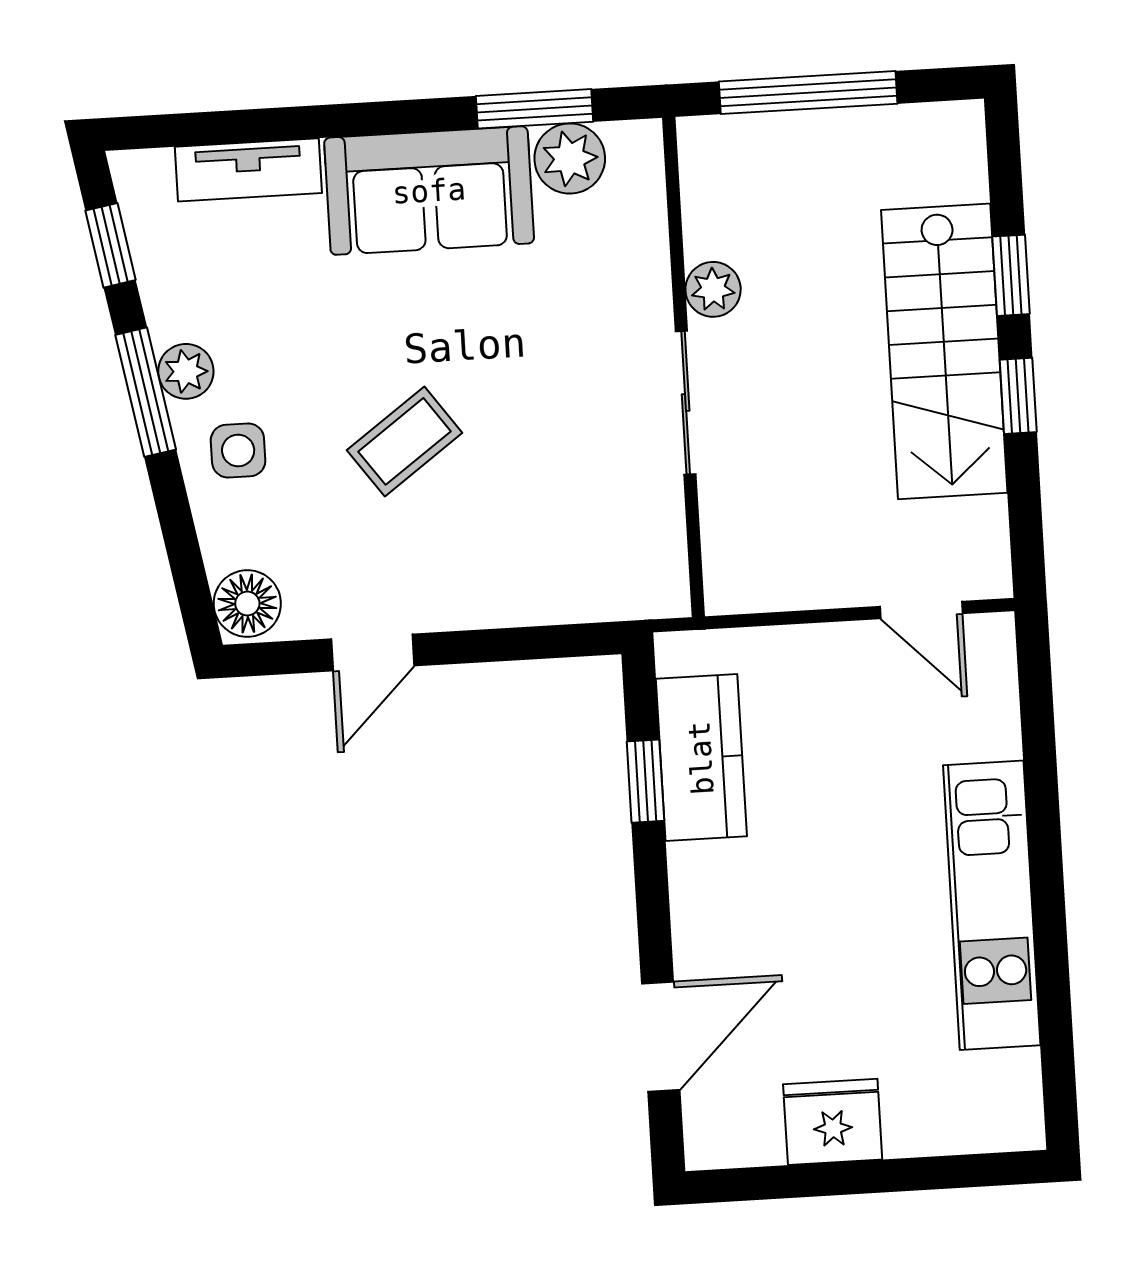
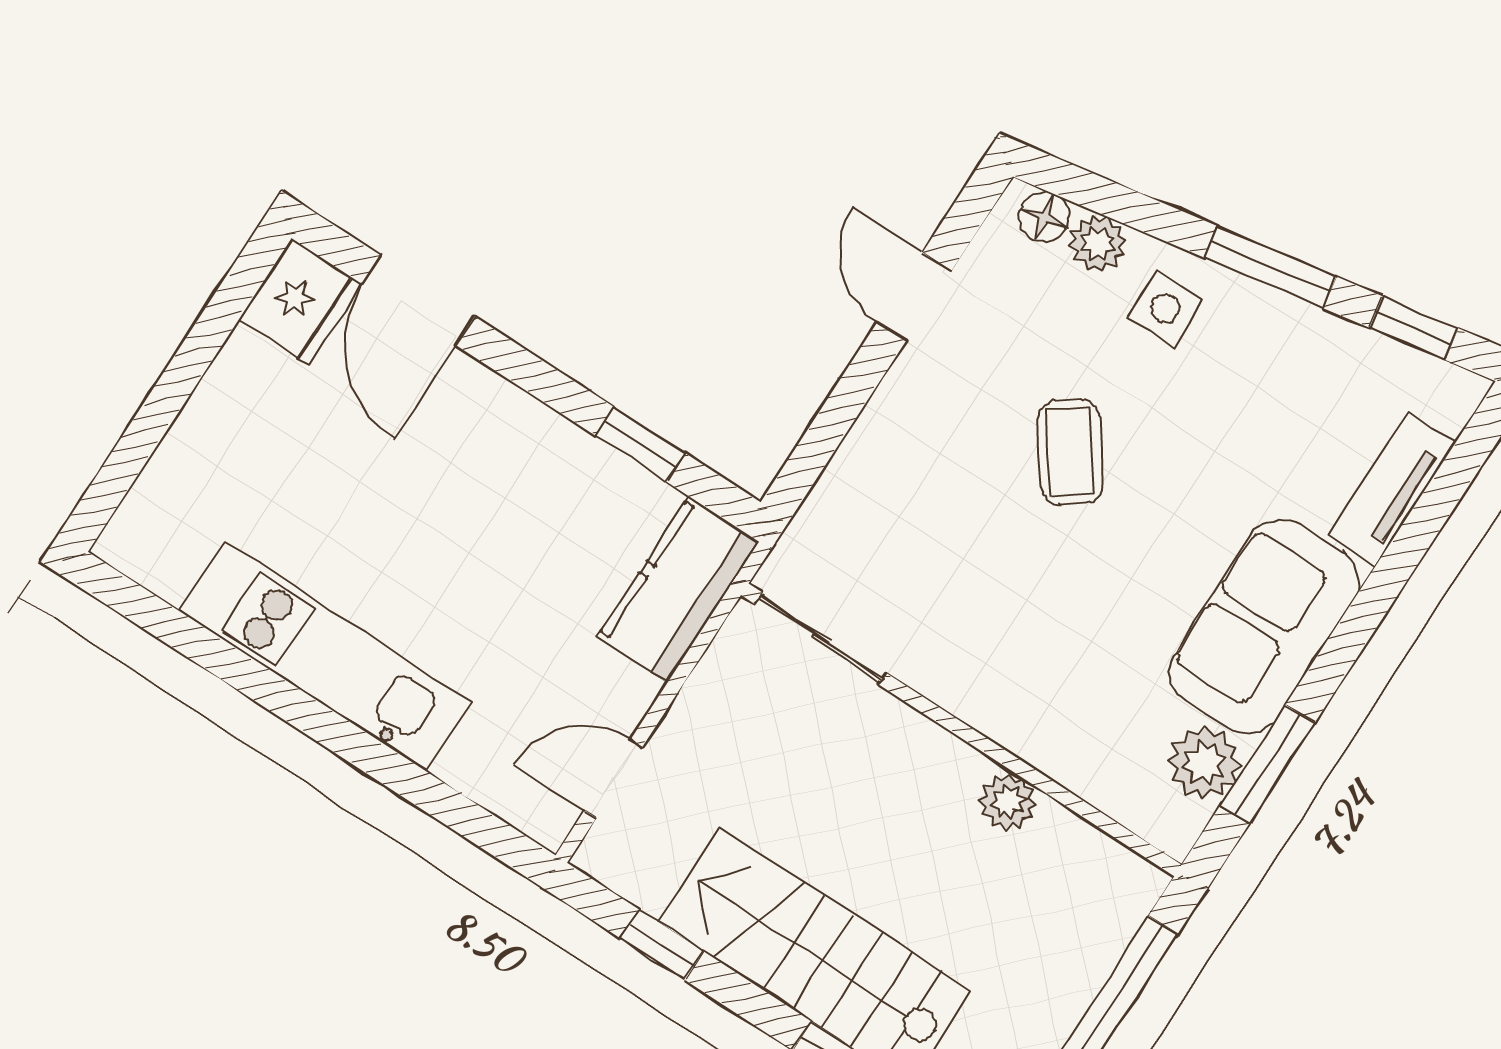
plant: (186, 371) -> (1098, 243), moved
window: (1018, 396) -> (662, 945), moved
sliding door: (686, 403) -> (821, 638), moved
floor lamp: (247, 604) -> (1044, 217), width x0.73, depth x0.73
kitchen counter: (701, 758) -> (678, 589), moved, turned 90
fridge: (833, 1122) -> (300, 302), moved

